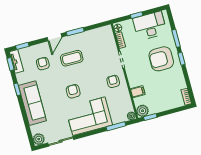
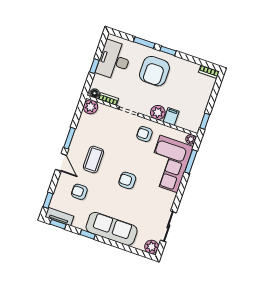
plant: (107, 31) -> (90, 107), added
plant: (142, 111) -> (158, 112), moved
corner sofa: (89, 116) -> (169, 164), moved

